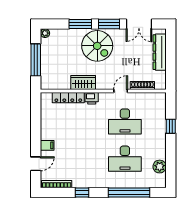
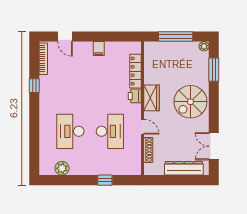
window: (80, 24) -> (214, 70), moved
window: (109, 24) -> (214, 114), removed
wardrobe: (83, 82) -> (152, 98), moved
desk: (125, 122) -> (110, 131), turned 180
filing cabinet: (47, 145) -> (99, 49), moved
window: (129, 193) -> (34, 136), removed

